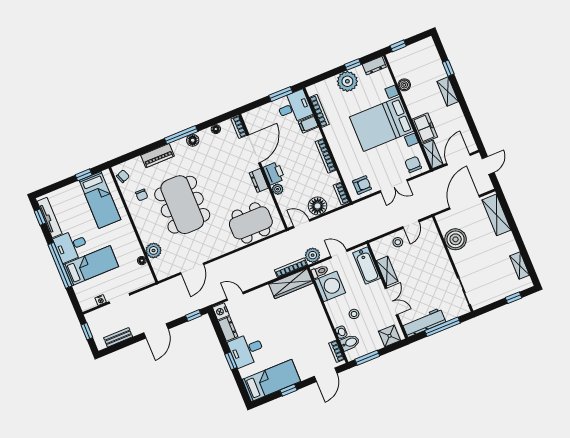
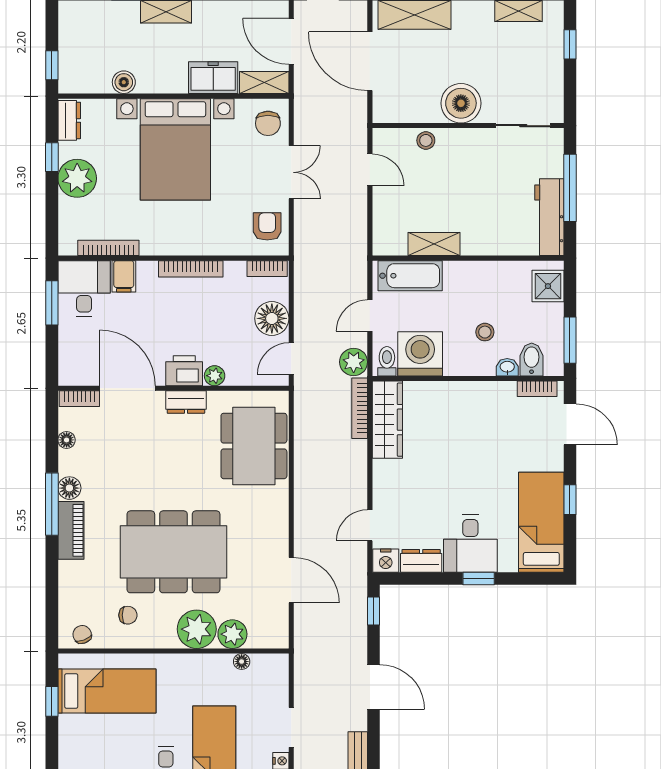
piano: (157, 156) -> (71, 530), moved
chair: (413, 164) -> (268, 123), turned -90
plant: (149, 232) -> (197, 629), added
boiler: (456, 239) -> (461, 103), moved
stool: (398, 242) -> (426, 140), moved
double door: (392, 301) -> (490, 258), removed

